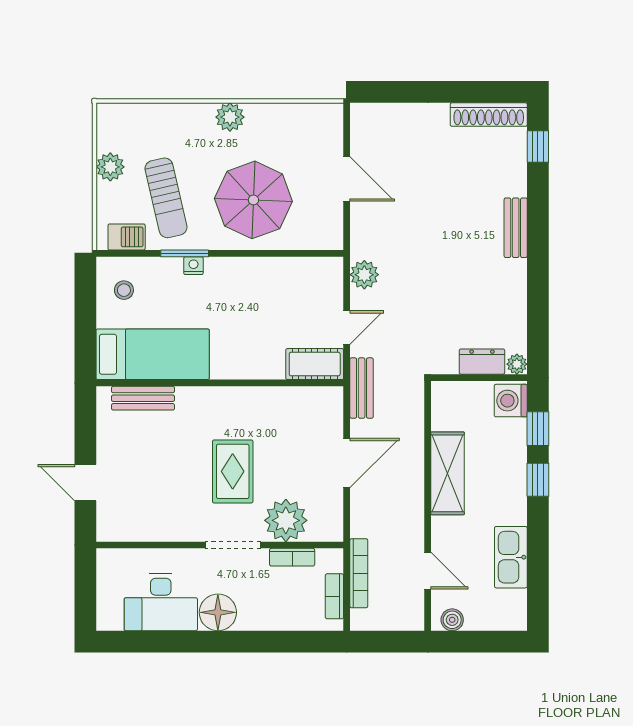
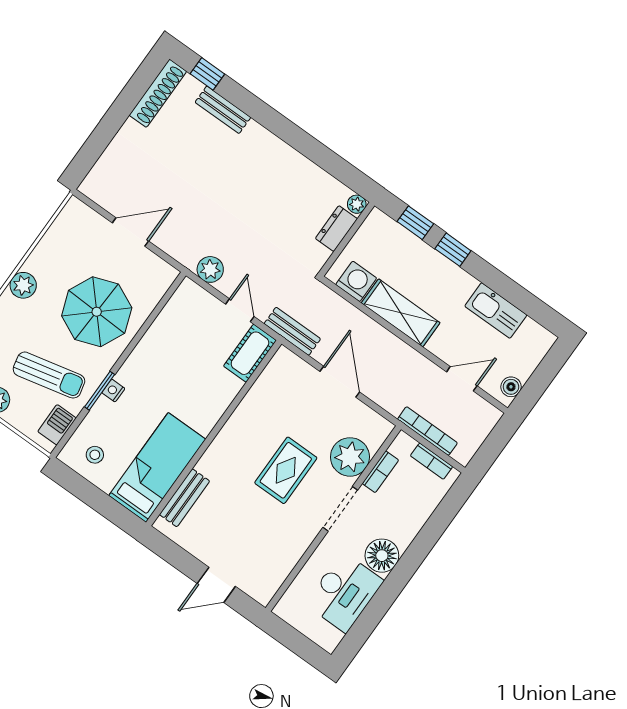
bench: (516, 228) -> (223, 110), moved
washing machine: (511, 401) -> (356, 281), moved, turned 180
rug: (233, 471) -> (286, 470), turned 90

